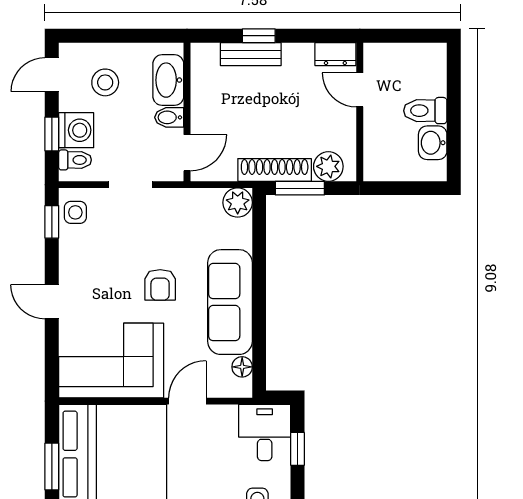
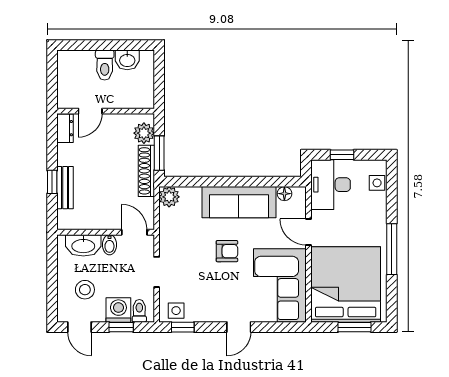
desk: (265, 433) -> (331, 185), width x1.37

